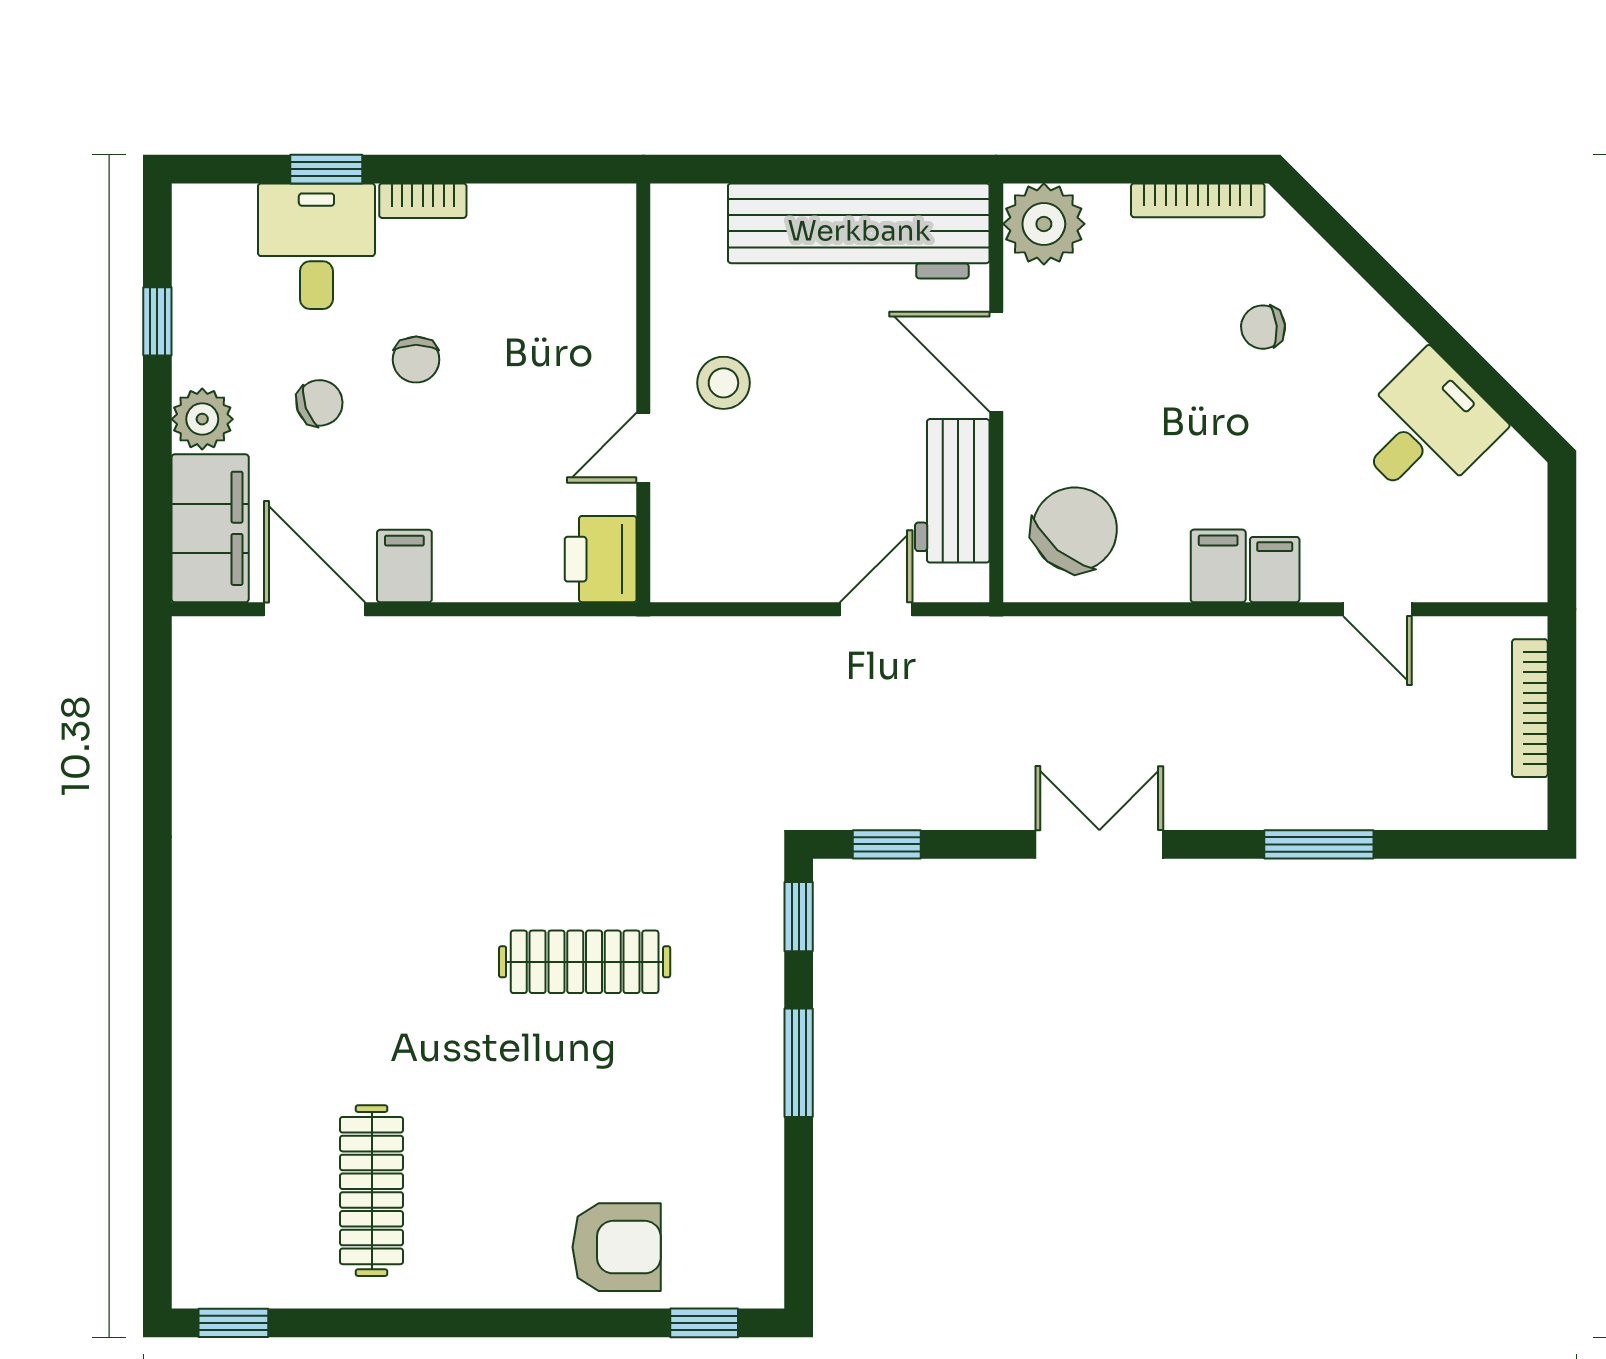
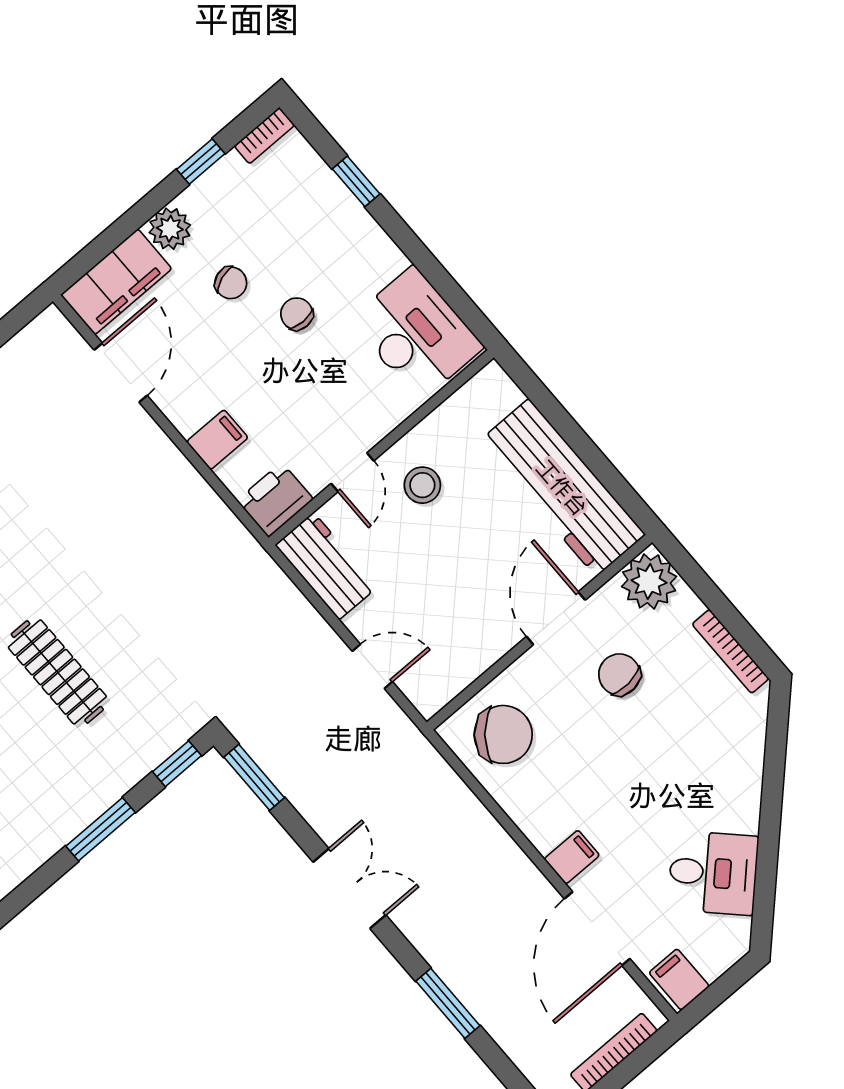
bookcase: (423, 201) -> (264, 136), moved, turned -90
desk: (316, 246) -> (417, 334), moved, width x1.37
chair: (1263, 327) -> (619, 675), moved, width x1.37, depth x1.37
chair: (416, 360) -> (297, 314), turned 90
door: (643, 448) -> (352, 472), swing flipped
workbench: (952, 491) -> (326, 566), moved, turned 90
filing cabinet: (404, 566) -> (217, 440), moved
filing cabinet: (1218, 566) -> (679, 979), moved, turned -90
door: (1378, 609) -> (597, 929), width x1.88
window: (887, 844) -> (254, 777), width x1.50

